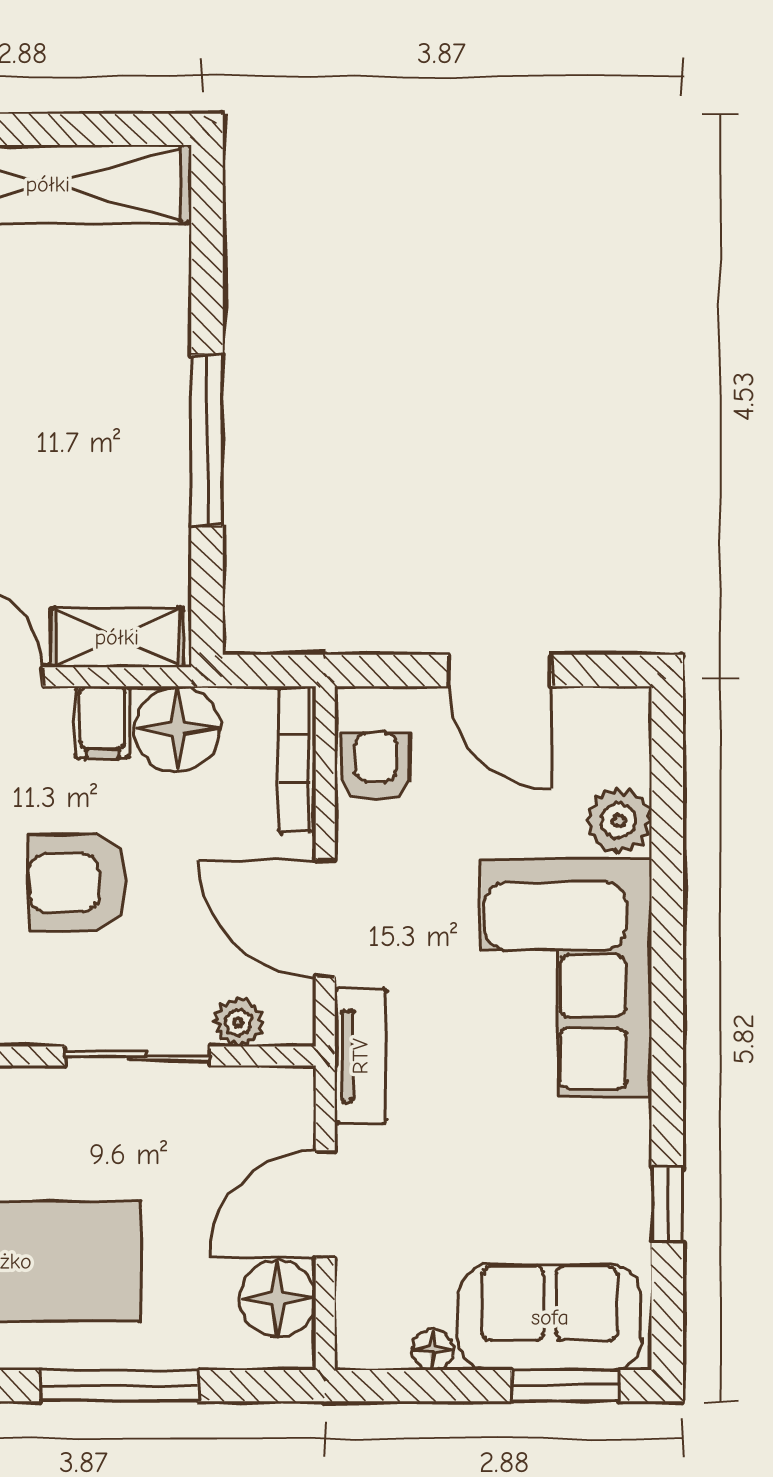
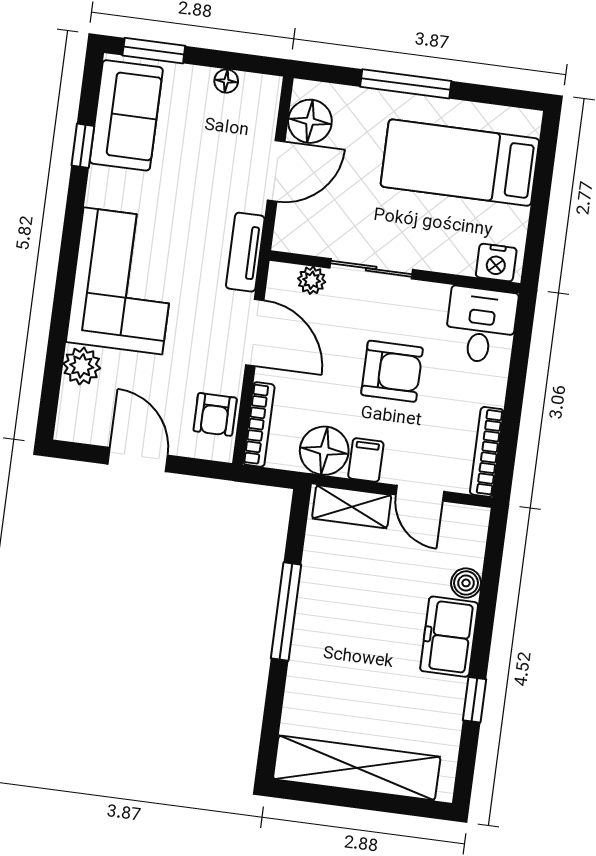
sofa: (550, 1317) -> (126, 115), moved, turned -90

